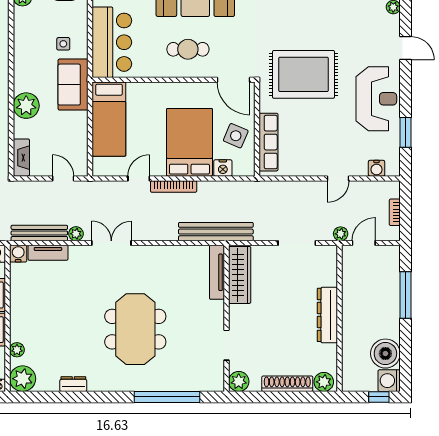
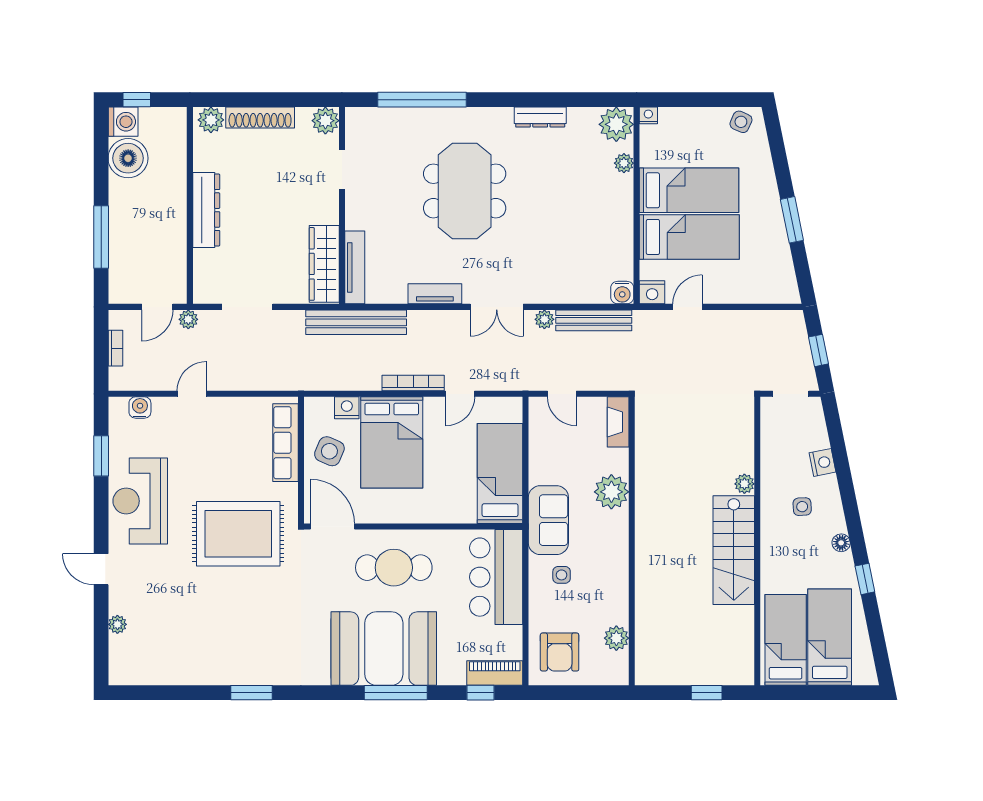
cafe table: (188, 49) -> (394, 568), width x1.37, depth x1.35
tv unit: (48, 253) -> (435, 294), moved
dresser: (73, 384) -> (540, 117), width x1.44

